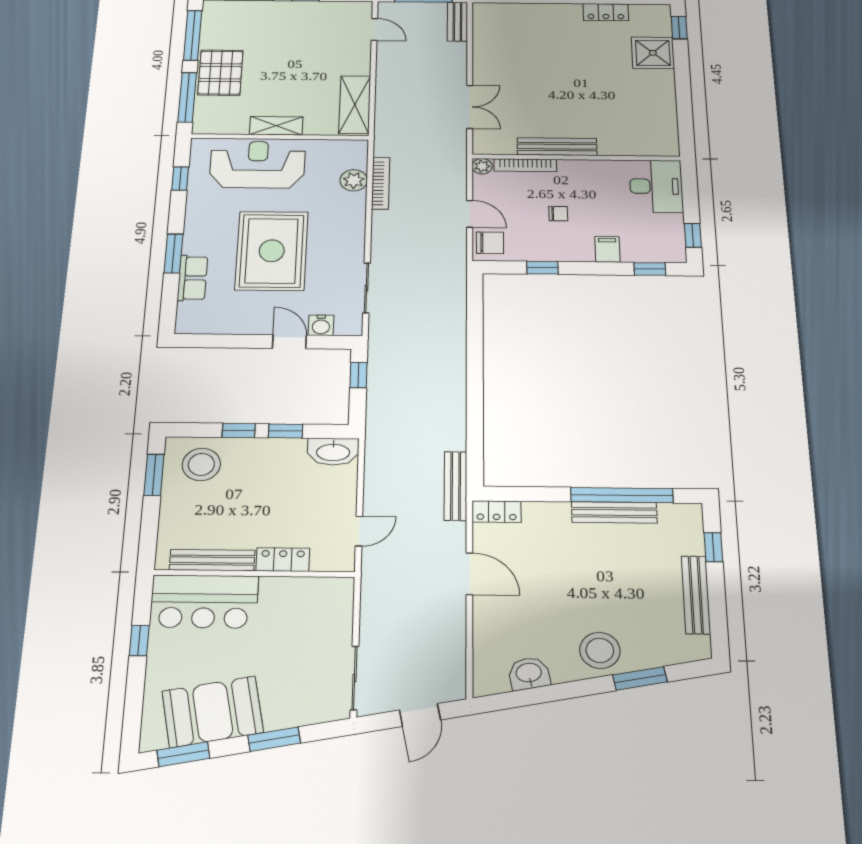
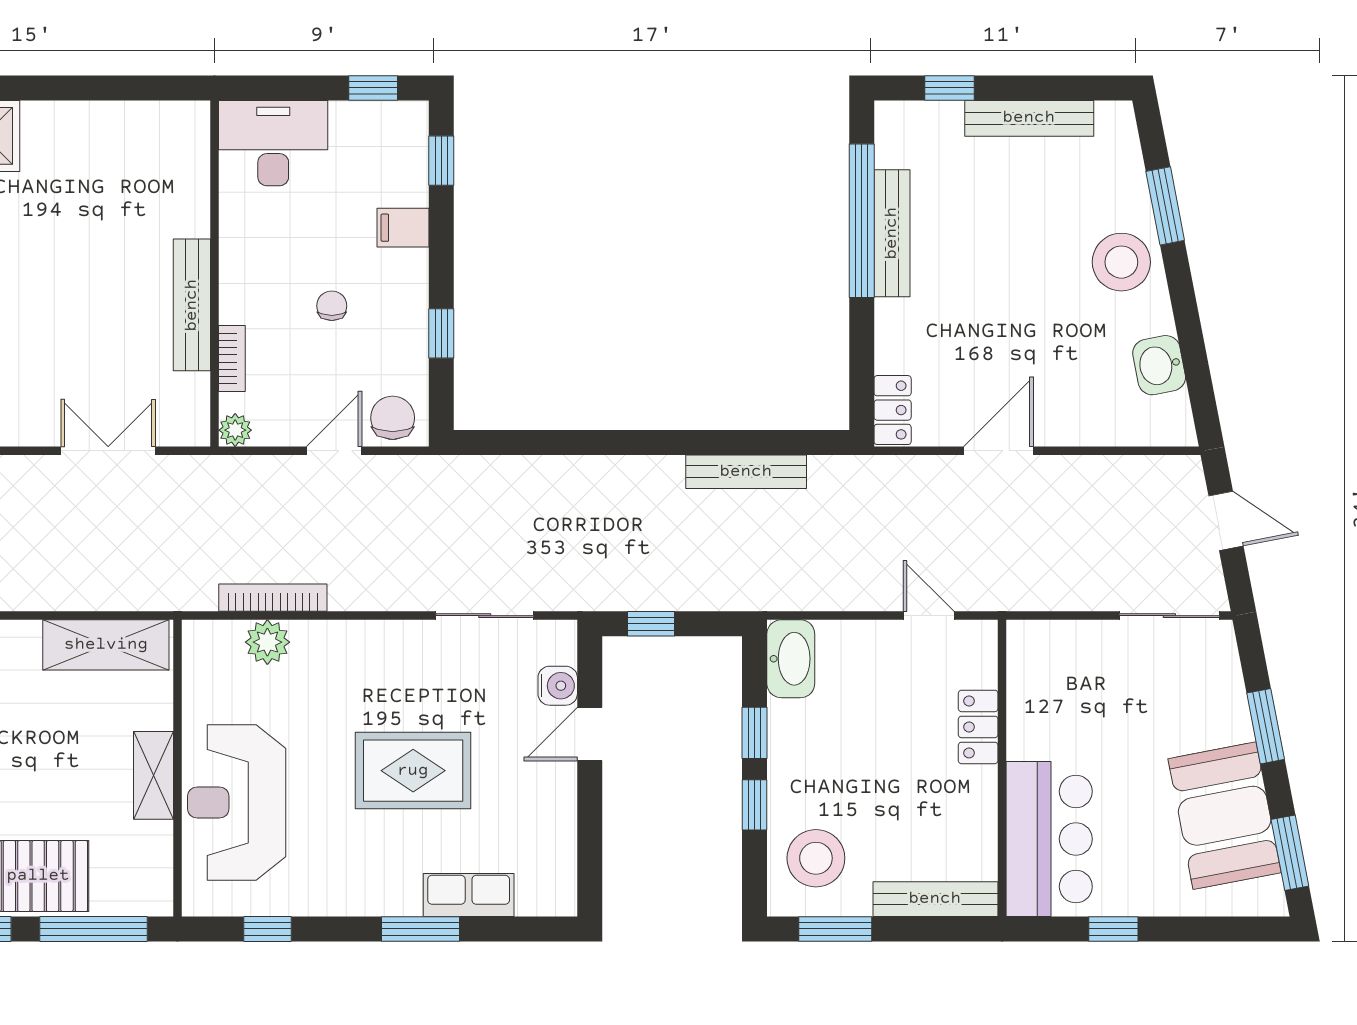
bookcase: (525, 165) -> (232, 358), width x0.64
rug: (272, 251) -> (413, 771), width x0.73, depth x0.69
bench: (456, 486) -> (746, 472), moved
bench: (212, 560) -> (935, 899), moved, turned 90

